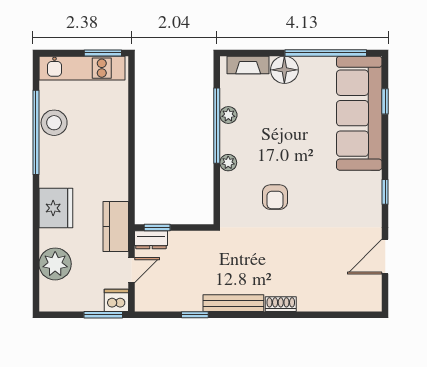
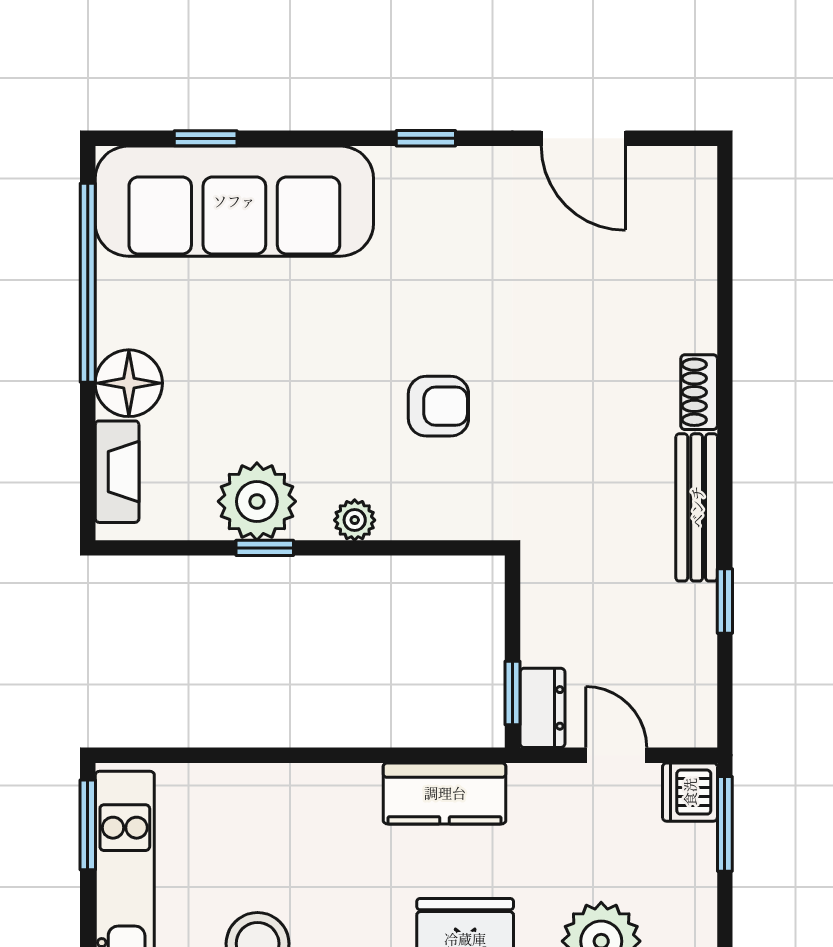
plant: (228, 115) -> (257, 501), width x1.87, depth x1.87
window: (217, 126) -> (265, 548), width x0.32
kitchen counter: (116, 227) -> (445, 793), moved

